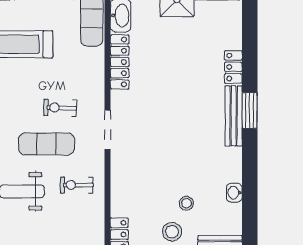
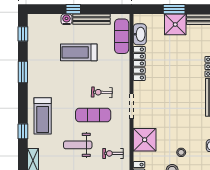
shower: (128, 183) -> (145, 140), added
exercise bike: (77, 185) -> (113, 153), moved

